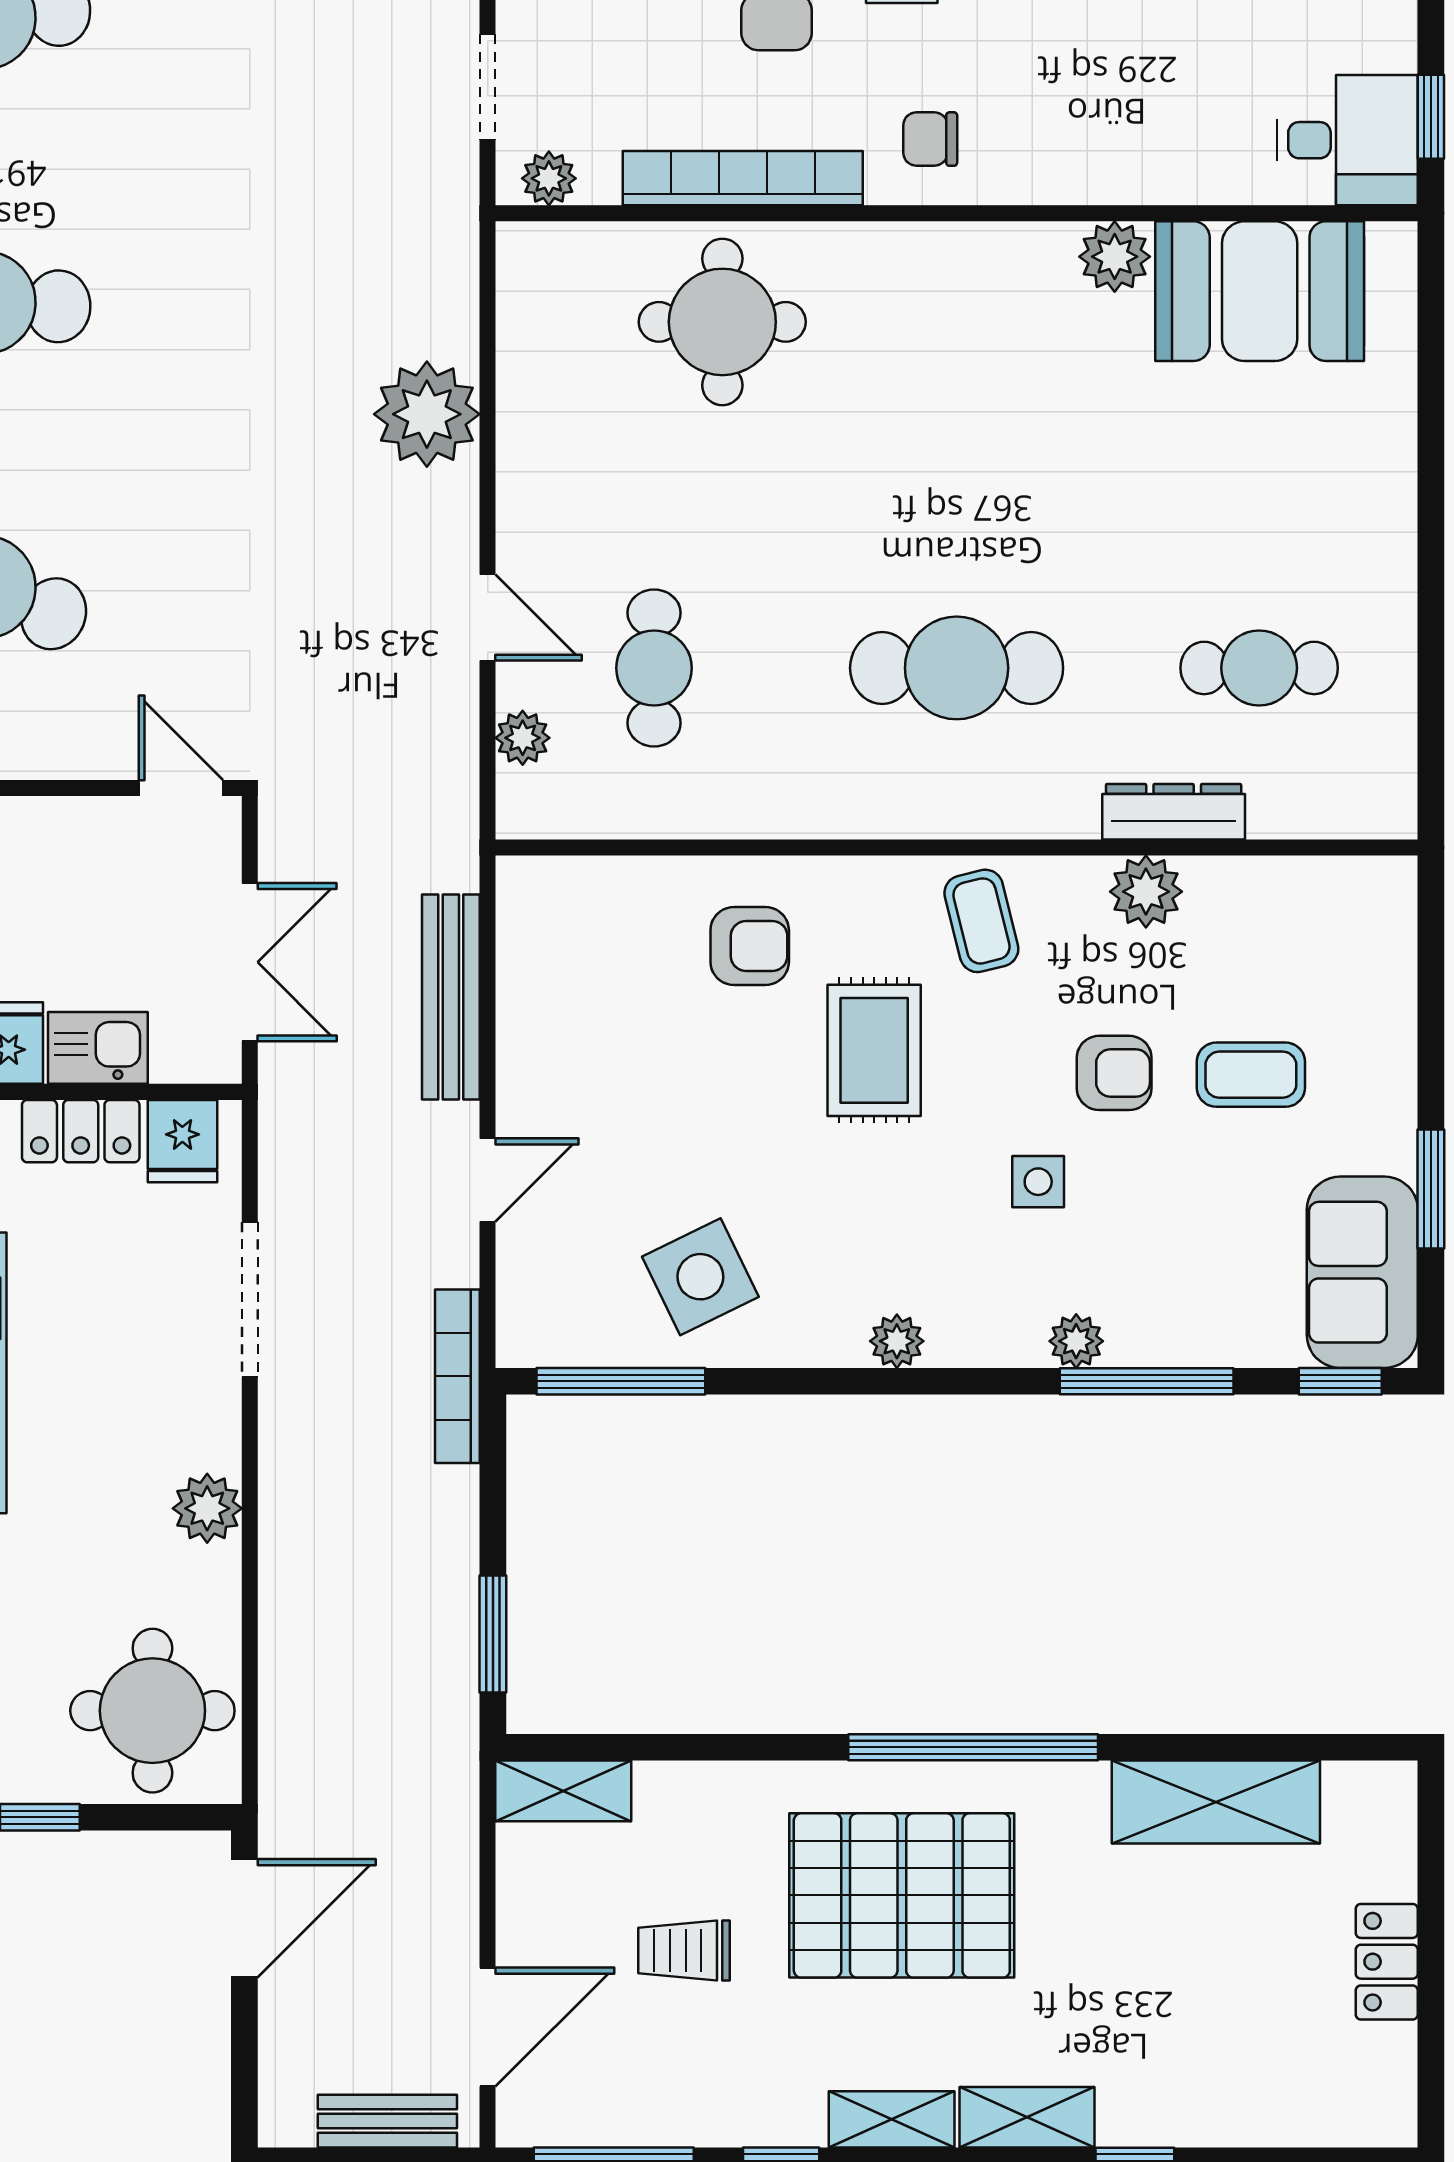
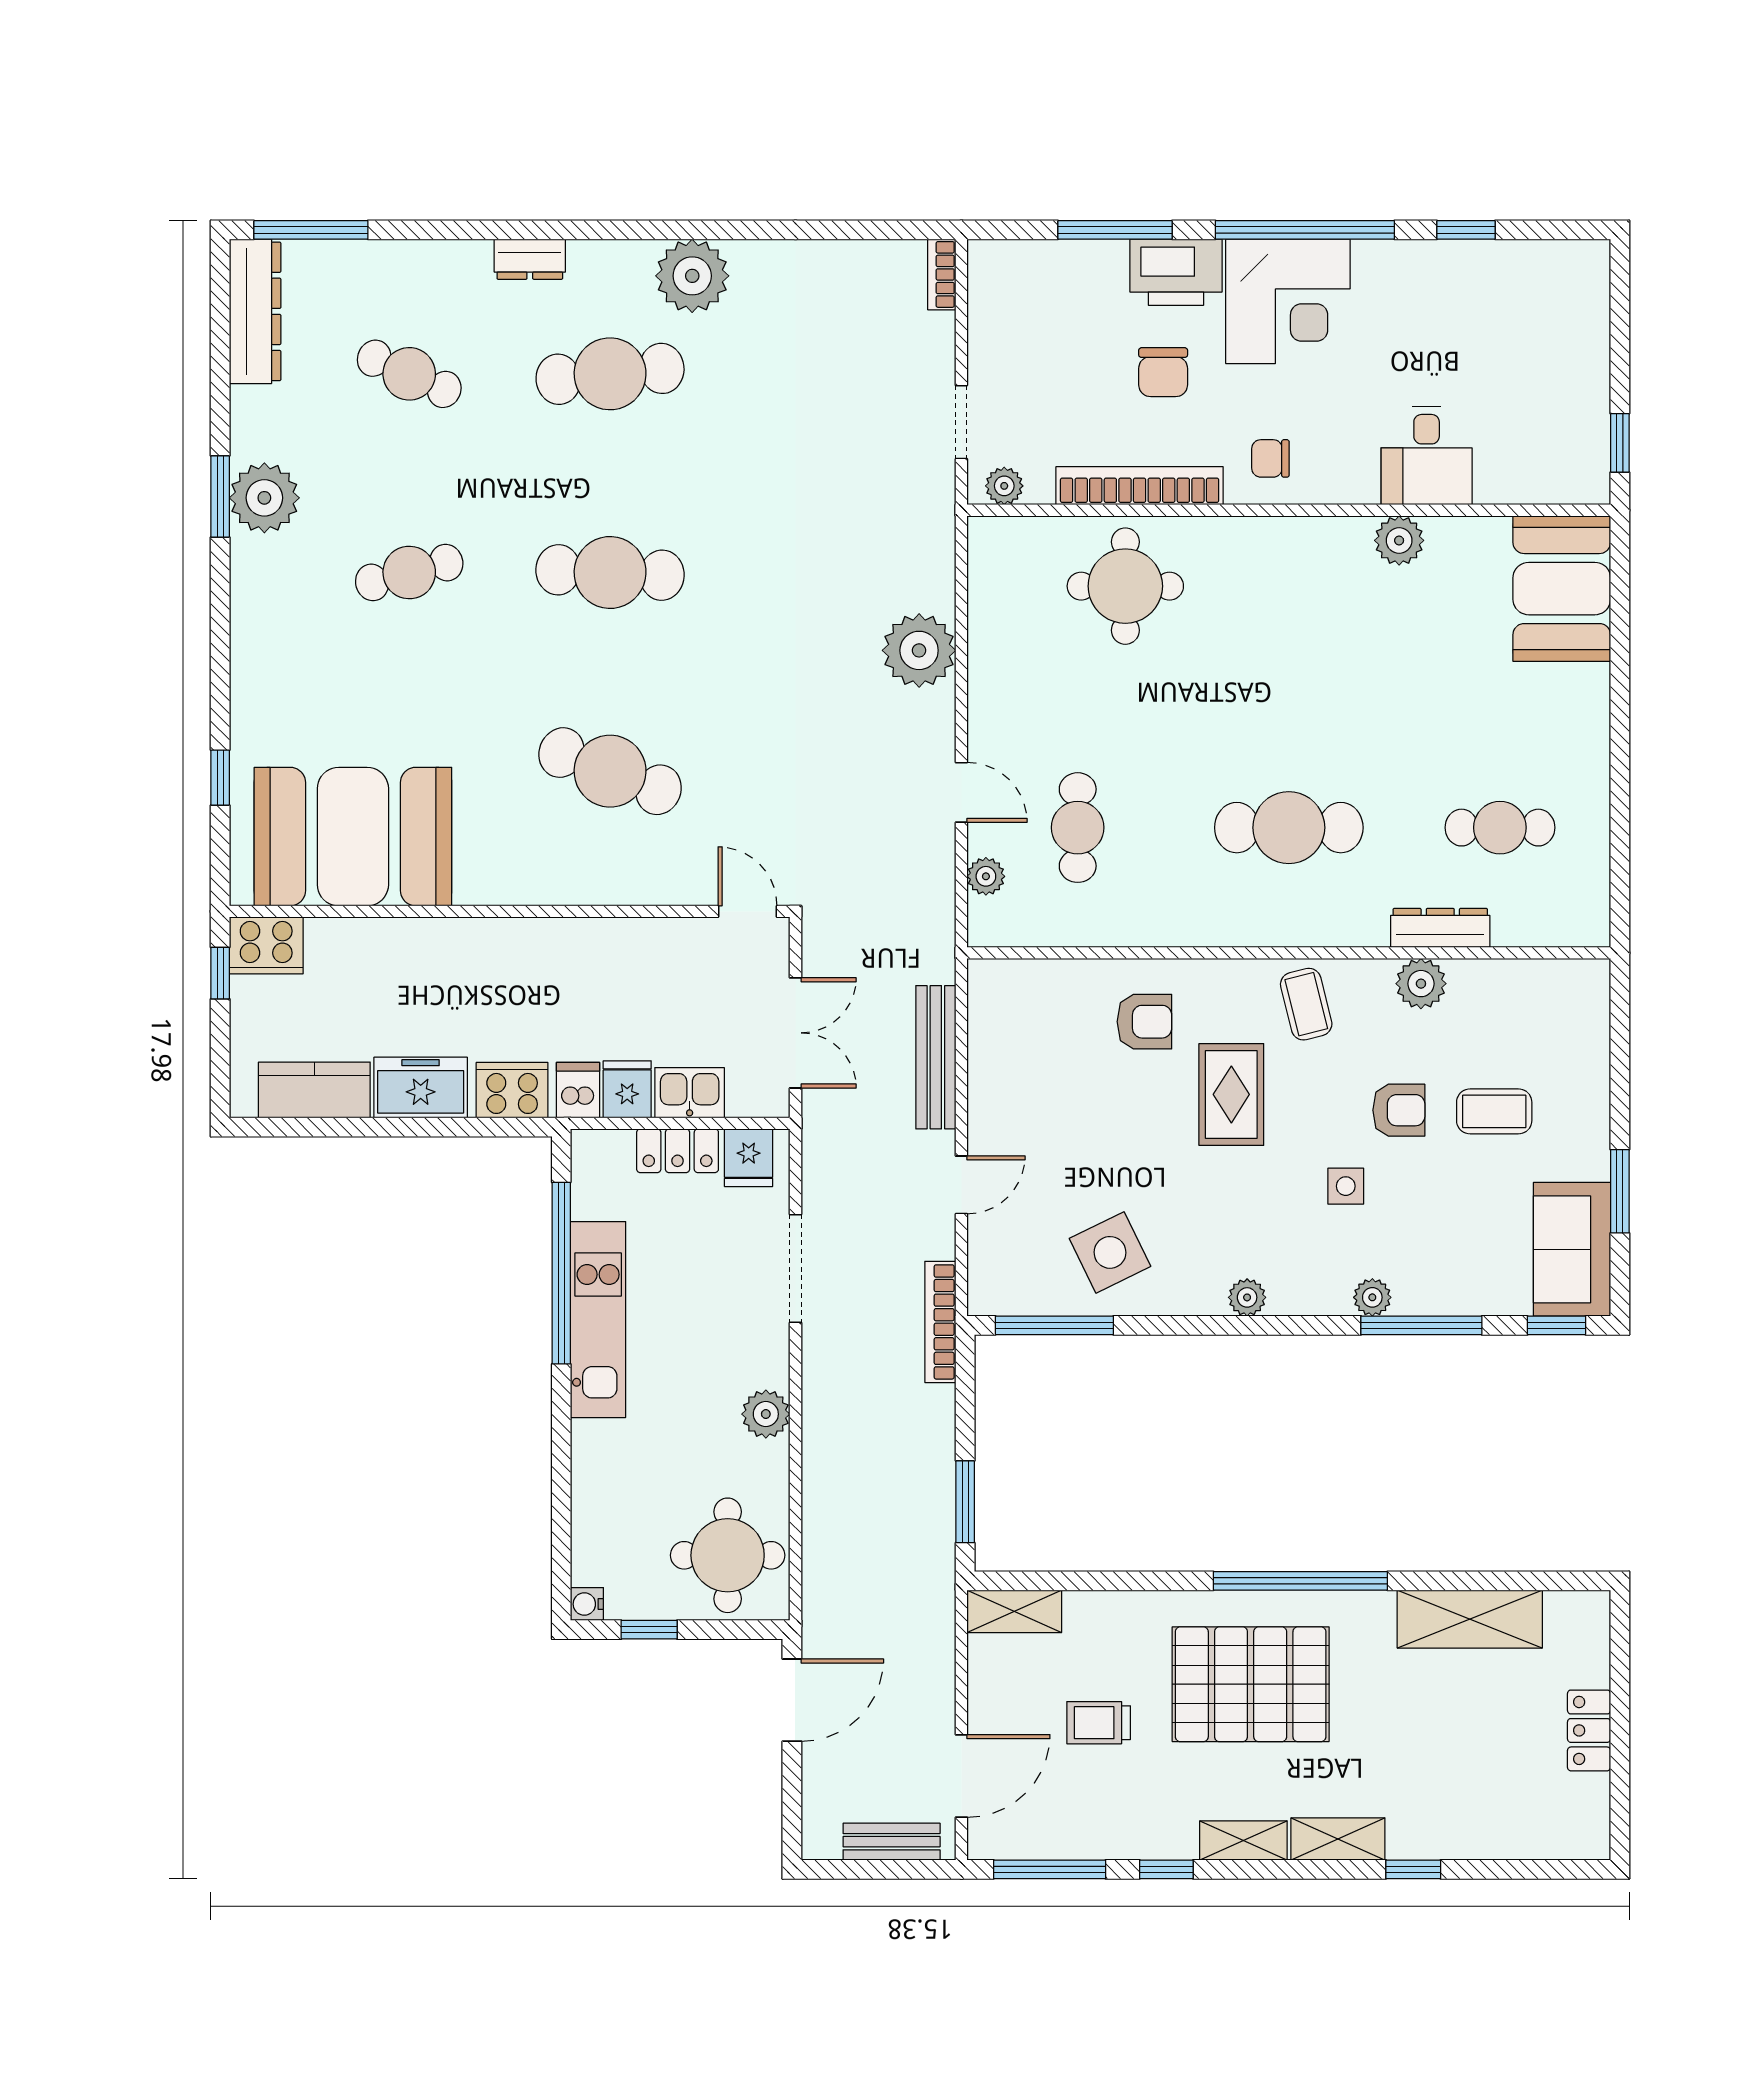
desk: (1347, 140) -> (1427, 456), moved, turned 90
booth: (1260, 291) -> (1562, 589), moved, turned 90

